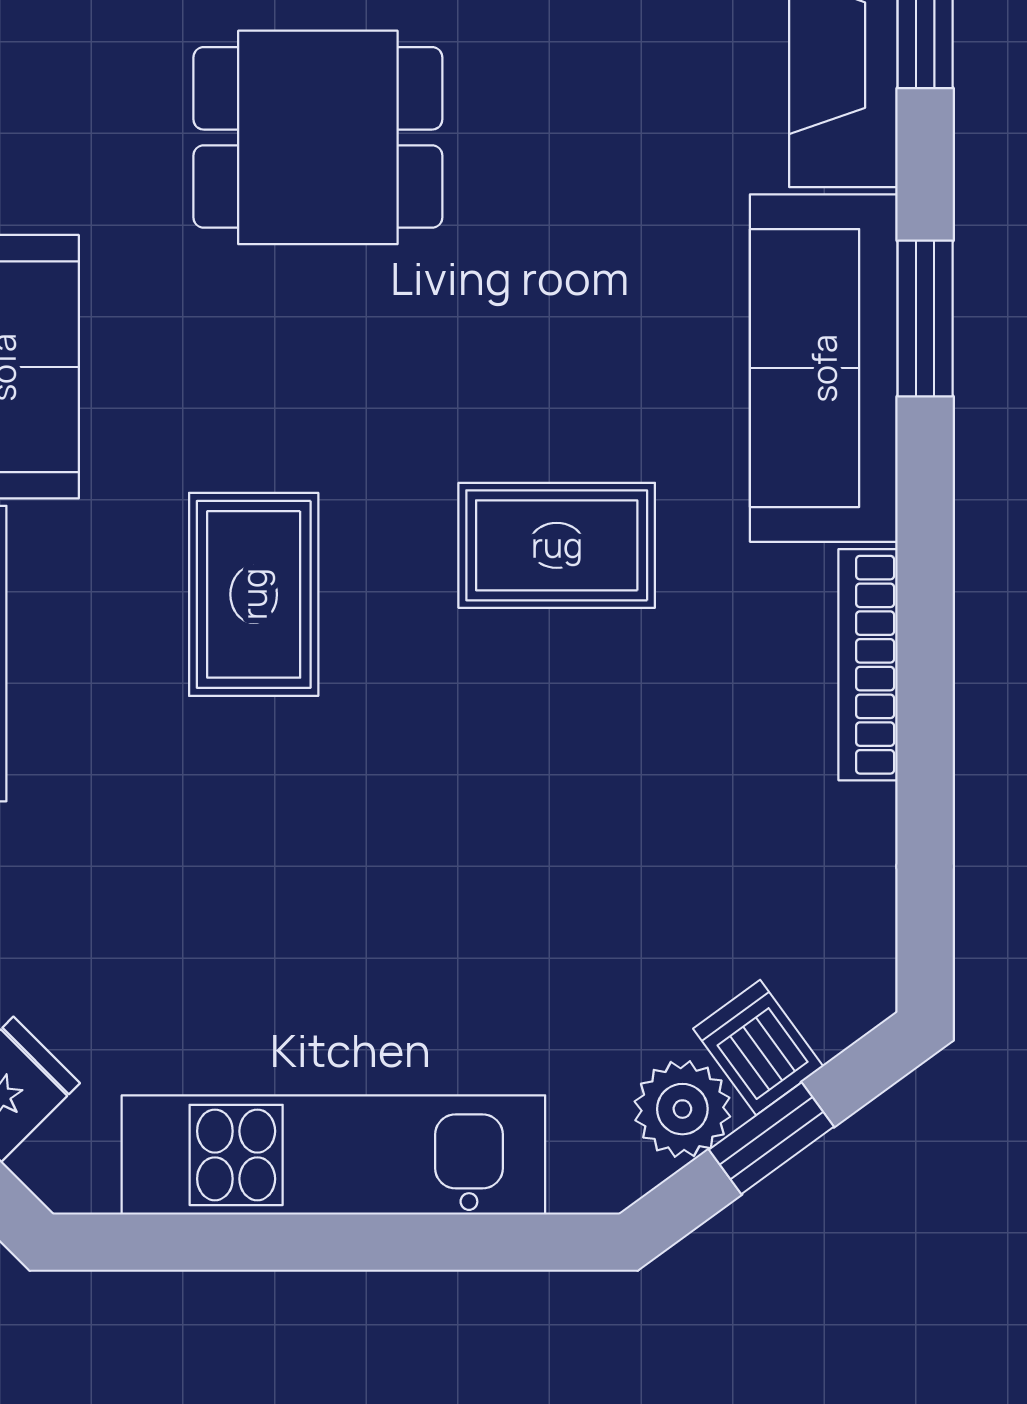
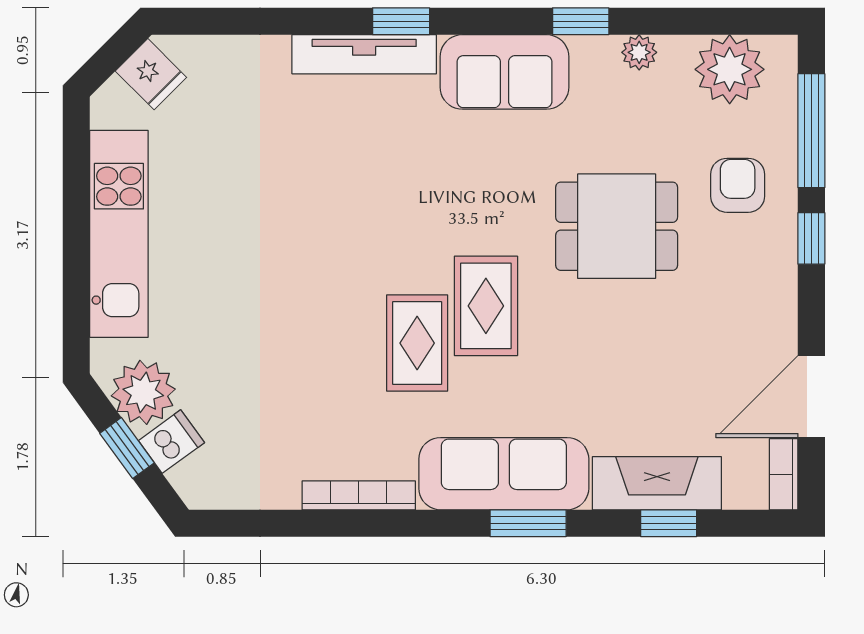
dining table: (318, 137) -> (617, 226), turned 90
rug: (254, 594) -> (486, 306), moved, turned 90
plant: (682, 1109) -> (143, 392), width x1.36, depth x1.36

